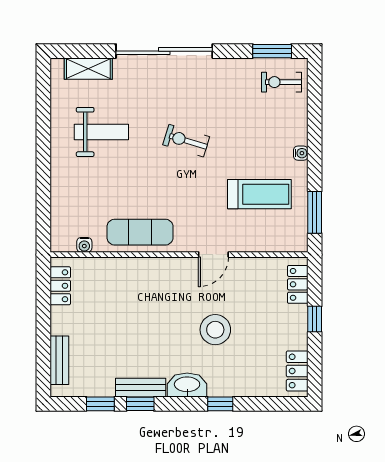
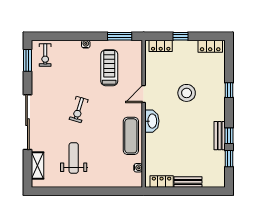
door: (213, 255) -> (144, 94), swing flipped
bench: (59, 360) -> (188, 182), moved
washbasin: (187, 385) -> (152, 121), moved, turned 180

